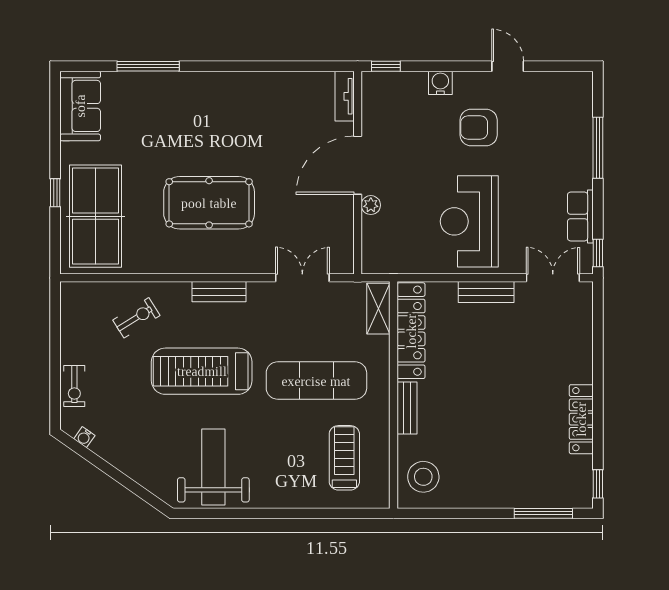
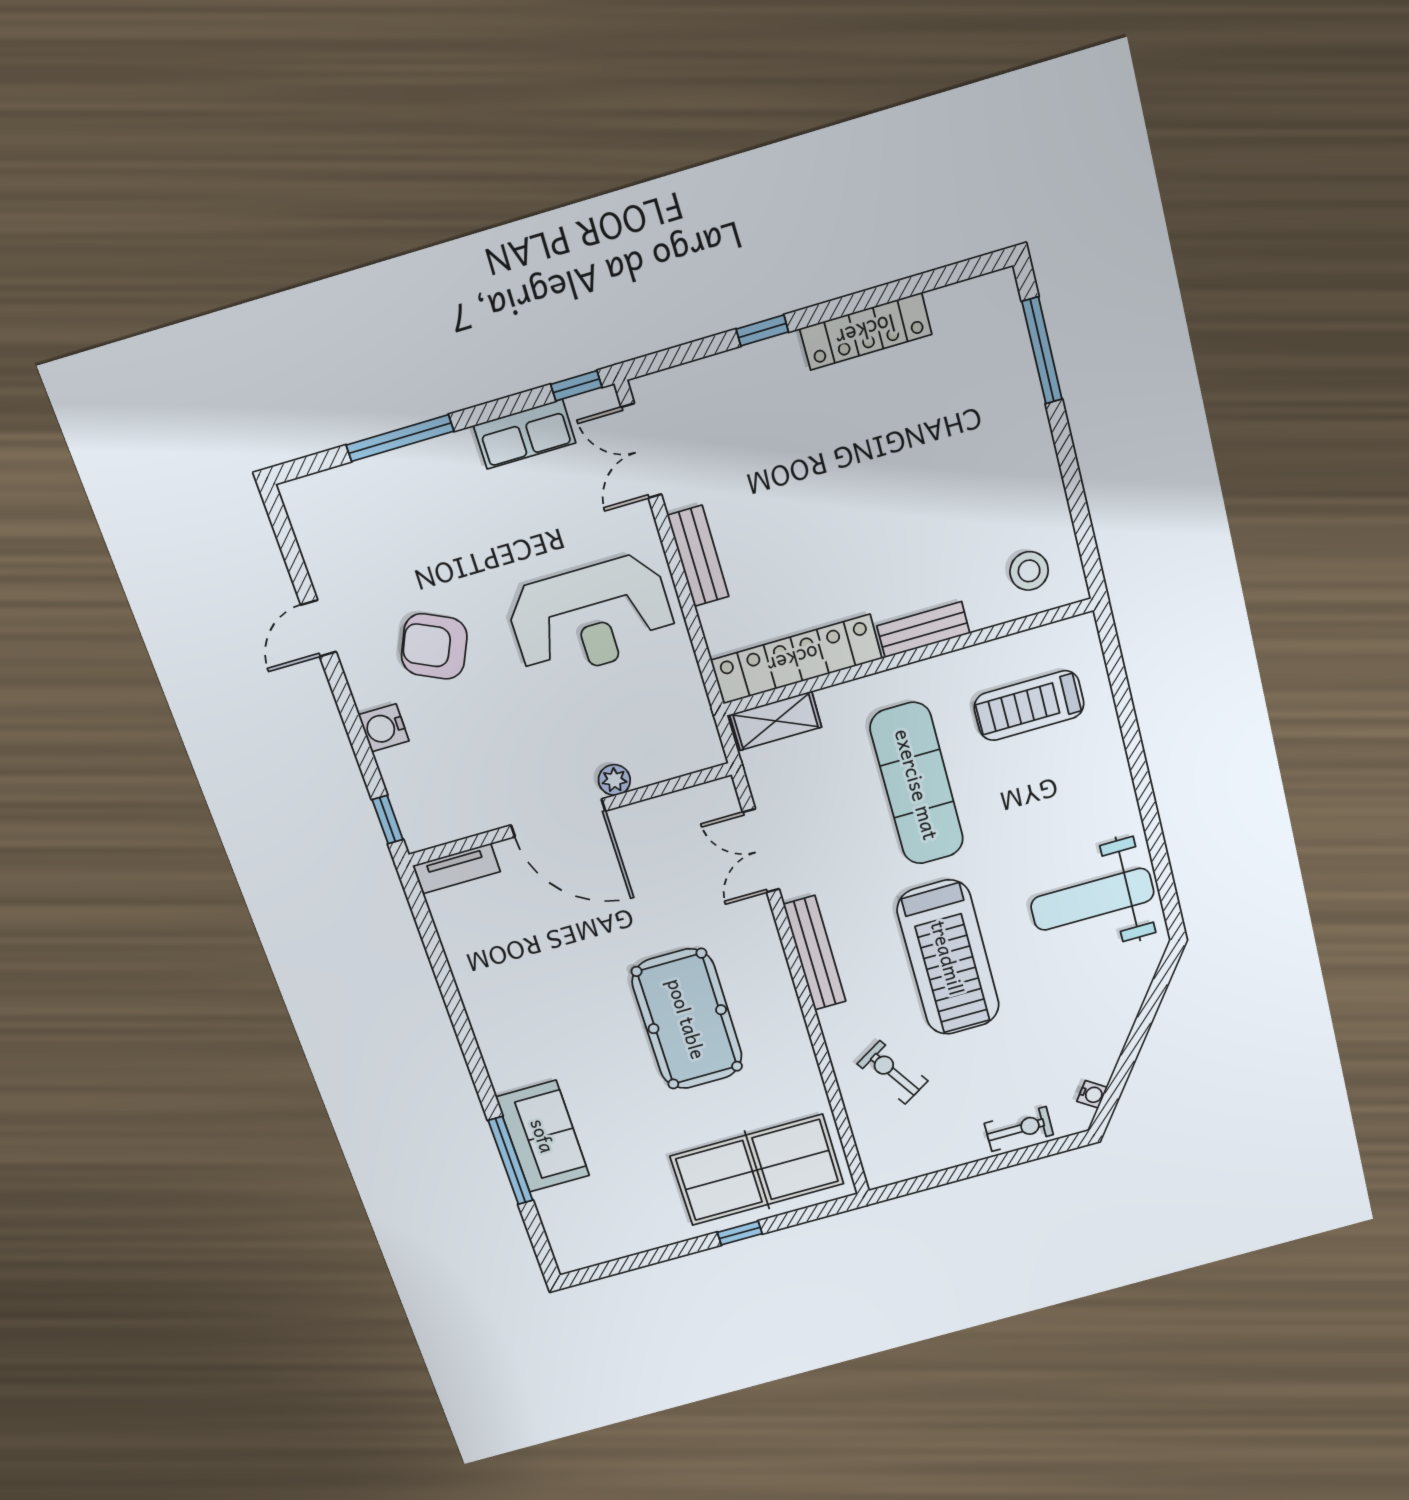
sofa: (80, 106) -> (543, 1136), moved, turned 90
armchair: (479, 127) -> (434, 646), turned 115
bench: (219, 292) -> (815, 953), width x1.36
stool: (423, 477) -> (1029, 571), width x0.73, depth x0.73
window: (598, 484) -> (762, 330), moved

